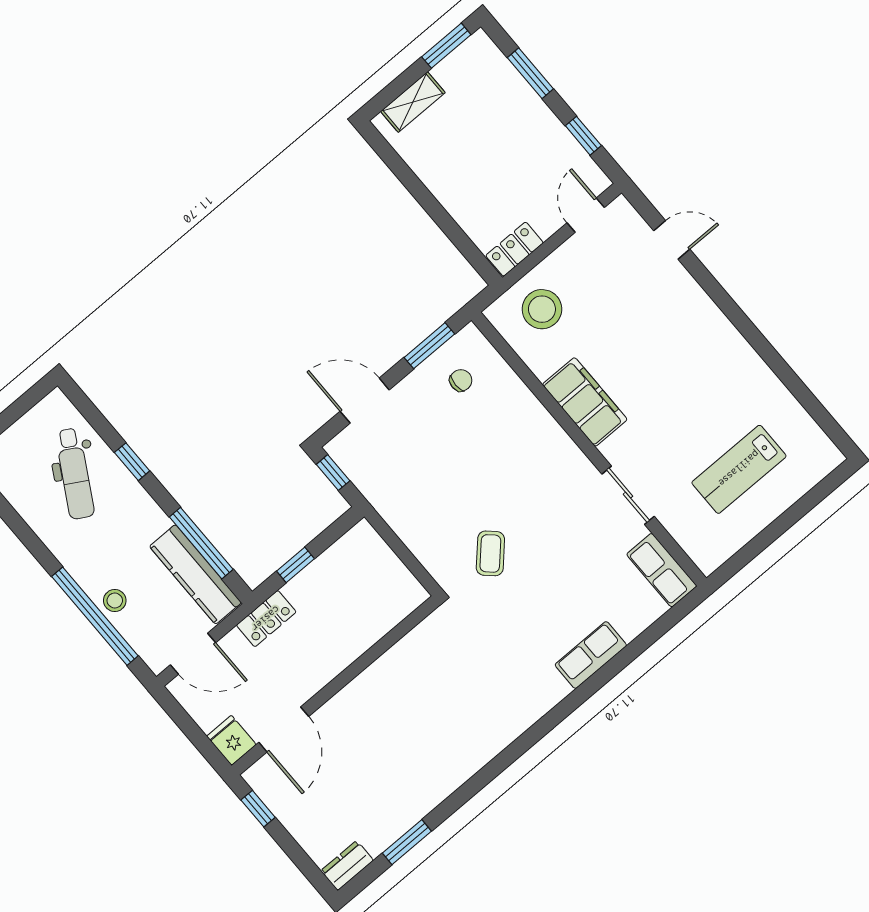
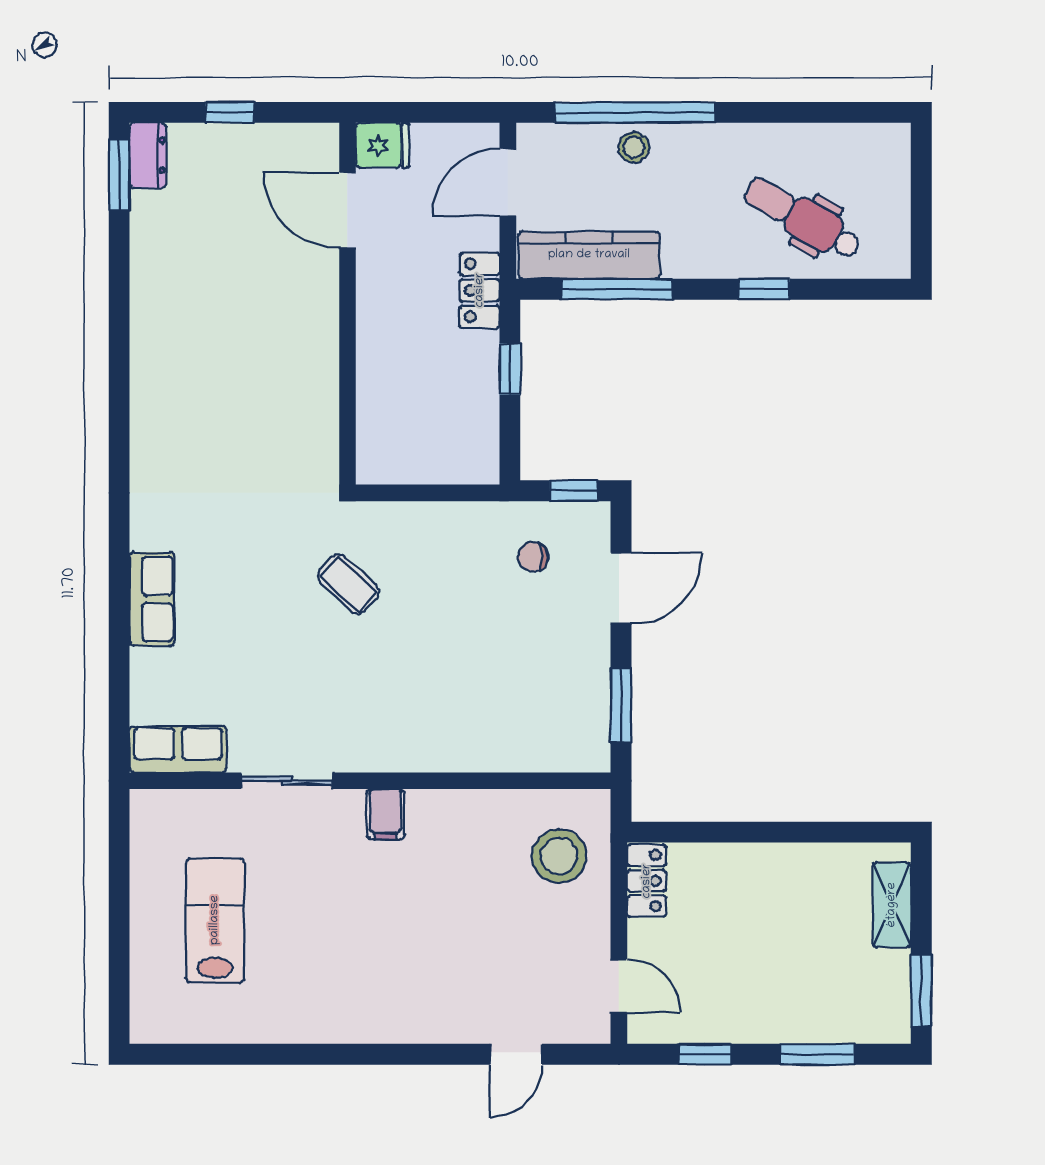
chair: (461, 380) -> (533, 557), moved, turned 90
filing cabinet: (585, 402) -> (385, 814), width x0.33, depth x0.86
window: (258, 809) -> (230, 112), moved
window: (407, 842) -> (119, 175), moved

